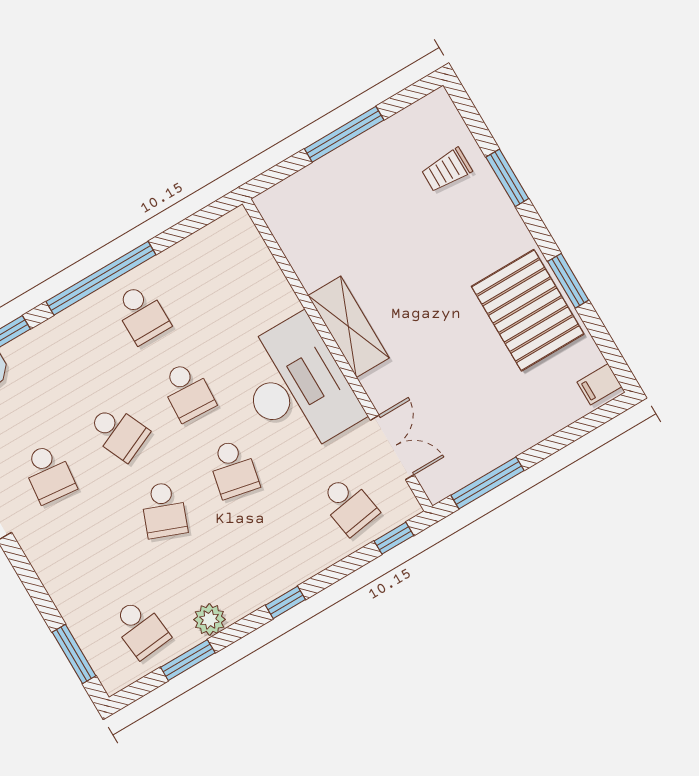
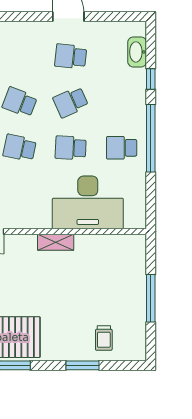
trolley: (447, 170) -> (104, 338), turned 180
shelving: (349, 327) -> (56, 242), width x0.67, depth x0.75
desk: (296, 386) -> (88, 202), moved

